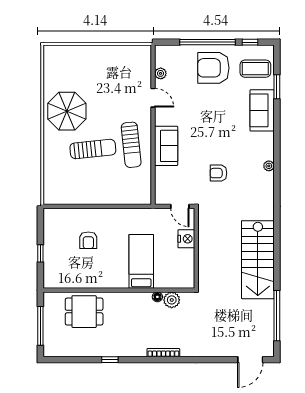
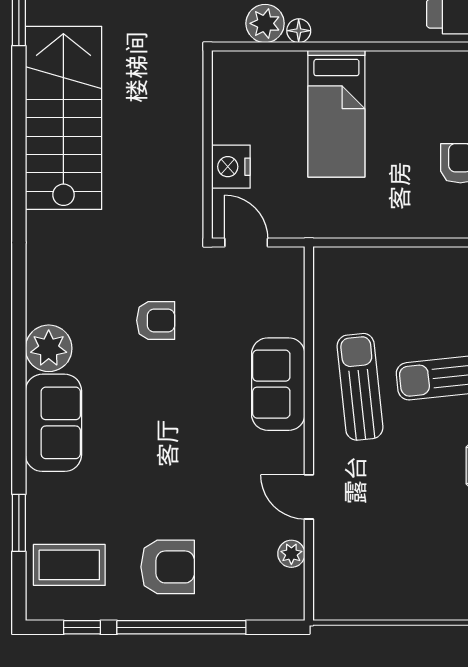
armchair: (213, 68) -> (168, 567), width x0.73, depth x0.73
sofa: (262, 110) -> (53, 423), moved
plant: (269, 166) -> (49, 348), width x1.87, depth x1.87

